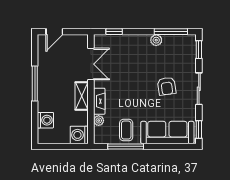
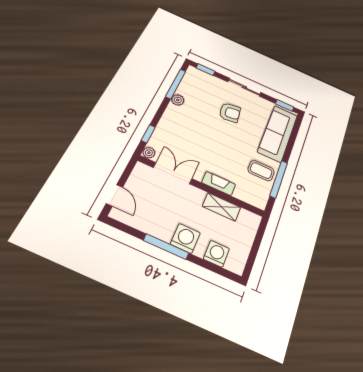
shelving: (82, 96) -> (222, 207), moved
plant: (99, 121) -> (149, 153), moved
washing machine: (79, 135) -> (185, 238), moved, turned 180

